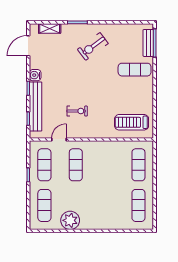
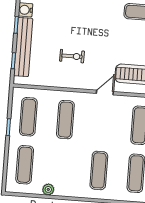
door: (59, 139) -> (105, 92), moved
exercise mat: (107, 205) -> (99, 170), added
plant: (70, 220) -> (48, 189), width x0.53, depth x0.53

